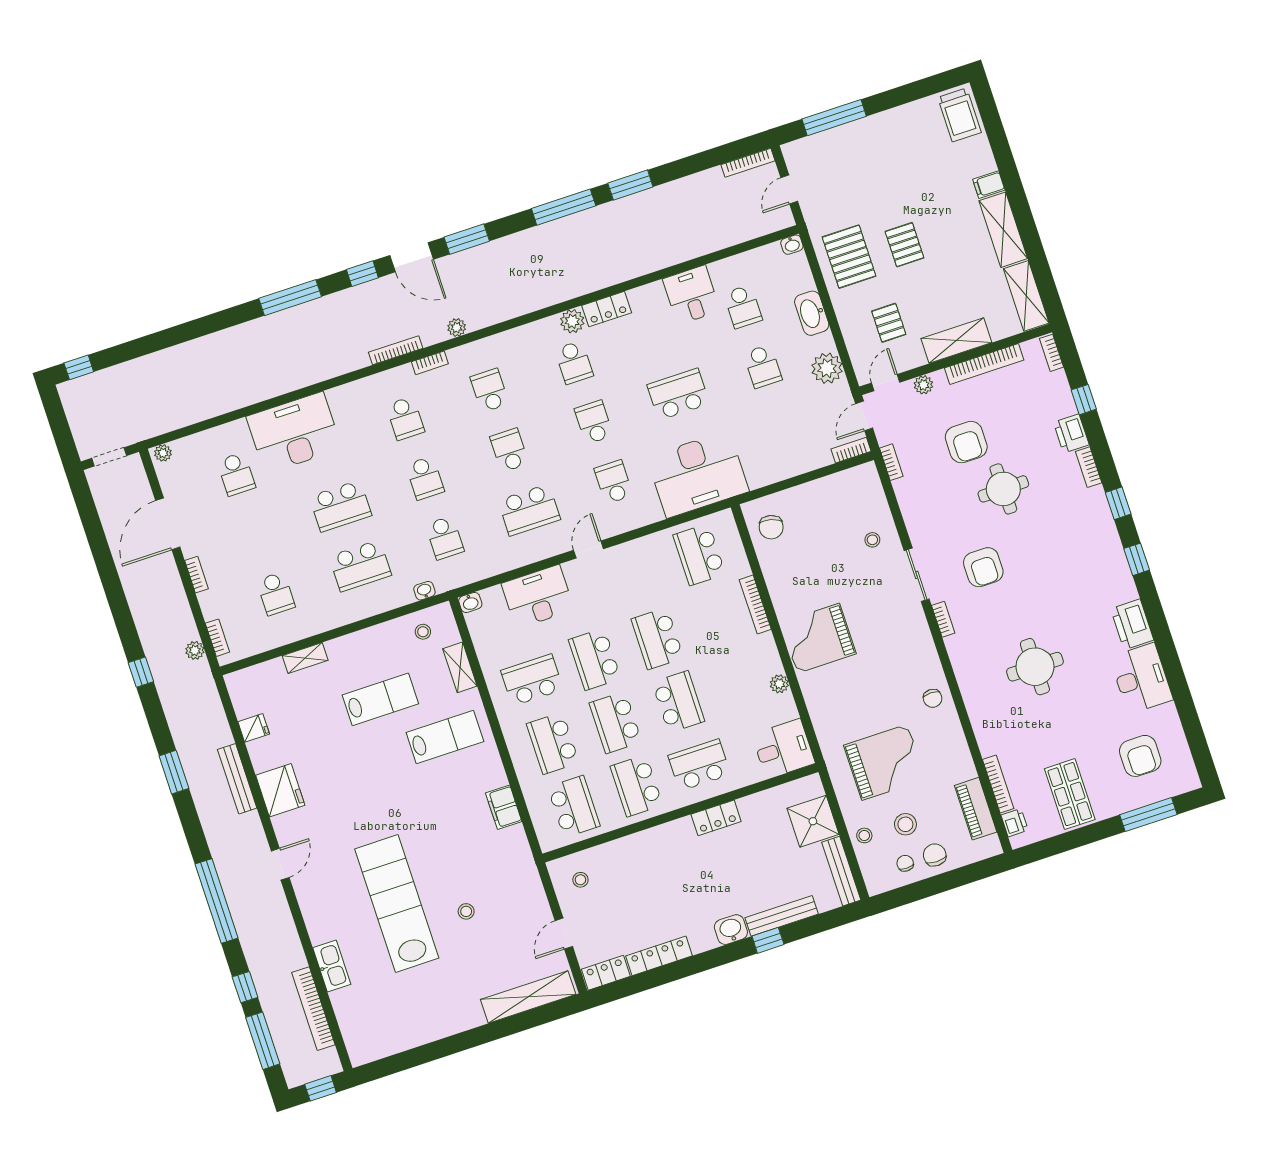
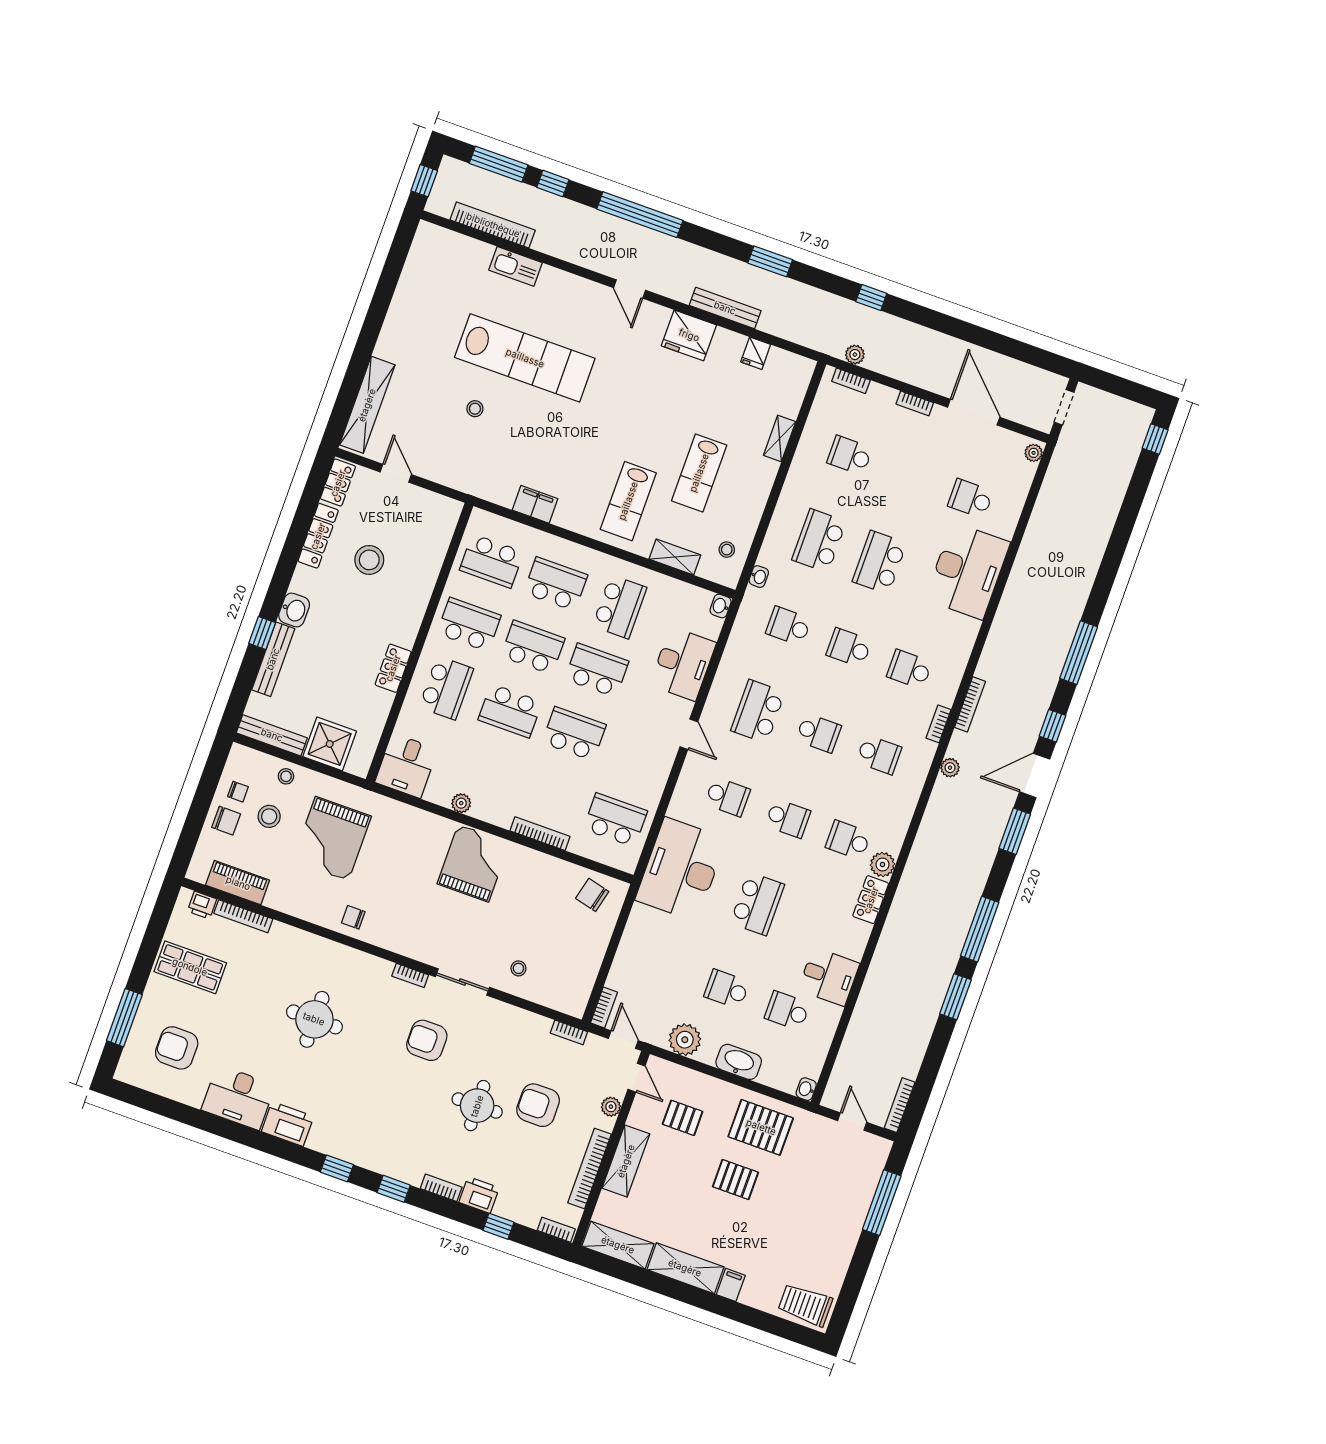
stool: (580, 880) -> (369, 560), moved, width x1.89, depth x1.89

